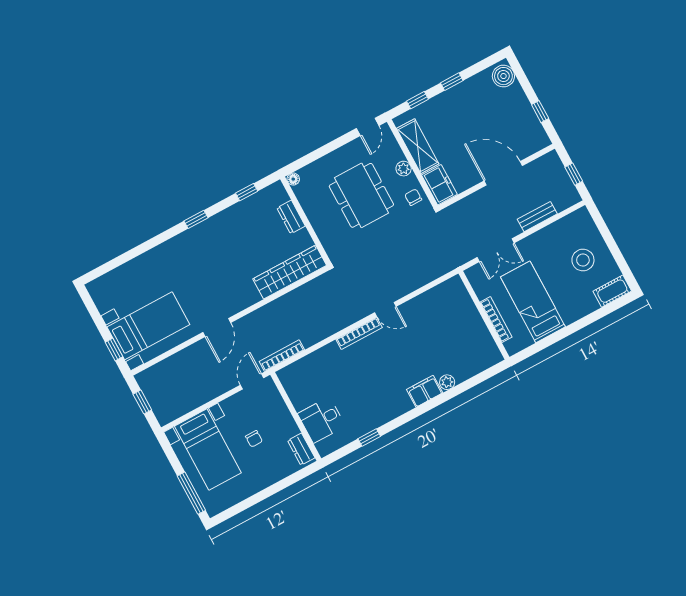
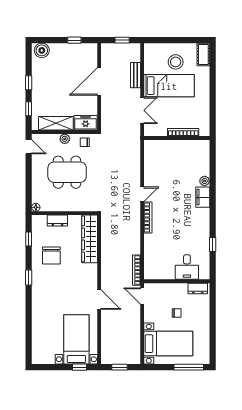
chair: (241, 234) -> (51, 255), added
bed: (533, 302) -> (169, 86), moved, turned 180

